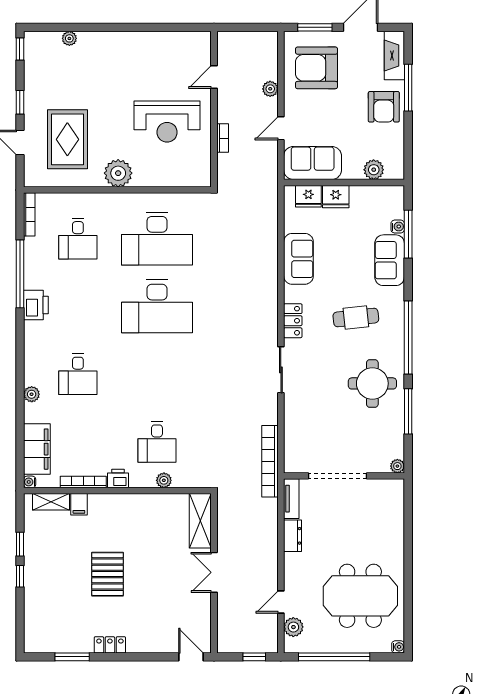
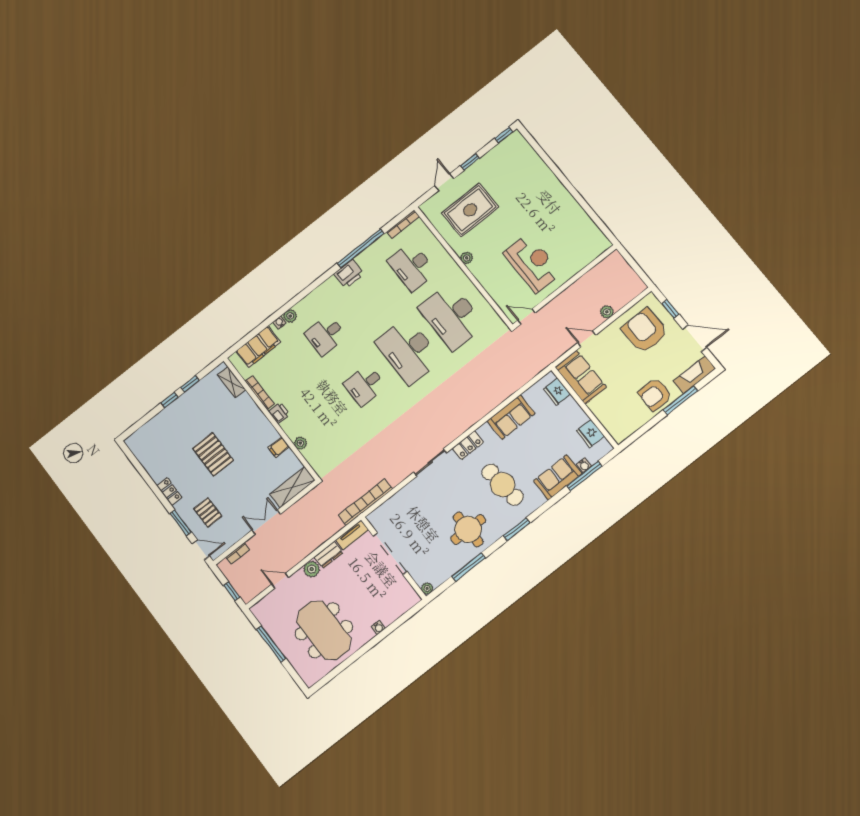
window: (315, 27) -> (670, 309), width x0.67
plant: (69, 38) -> (535, 160), removed
door: (214, 77) -> (526, 316), moved
reception desk: (167, 121) -> (532, 263), turned 180
bookcase: (223, 138) -> (238, 553), moved
plant: (374, 170) -> (608, 420), removed
plant: (118, 173) -> (467, 258), width x0.53, depth x0.53
fridge: (336, 197) -> (590, 433), moved
desk: (78, 239) -> (412, 267), width x1.37
cafe table: (356, 318) -> (503, 485), width x1.37, depth x1.35
window: (408, 337) -> (517, 529), width x0.47
desk: (157, 442) -> (365, 385), moved
water cooler: (30, 482) -> (280, 322), moved
filing cabinet: (79, 504) -> (279, 447), moved
pallet: (108, 574) -> (213, 454), turned 90
pallet: (160, 622) -> (208, 512), added
plant: (293, 627) -> (312, 569), moved
water cooler: (398, 647) -> (378, 627), moved
window: (72, 657) -> (181, 523), moved
door: (191, 657) -> (201, 550), hinge flipped
window: (334, 657) -> (271, 644), width x0.68

